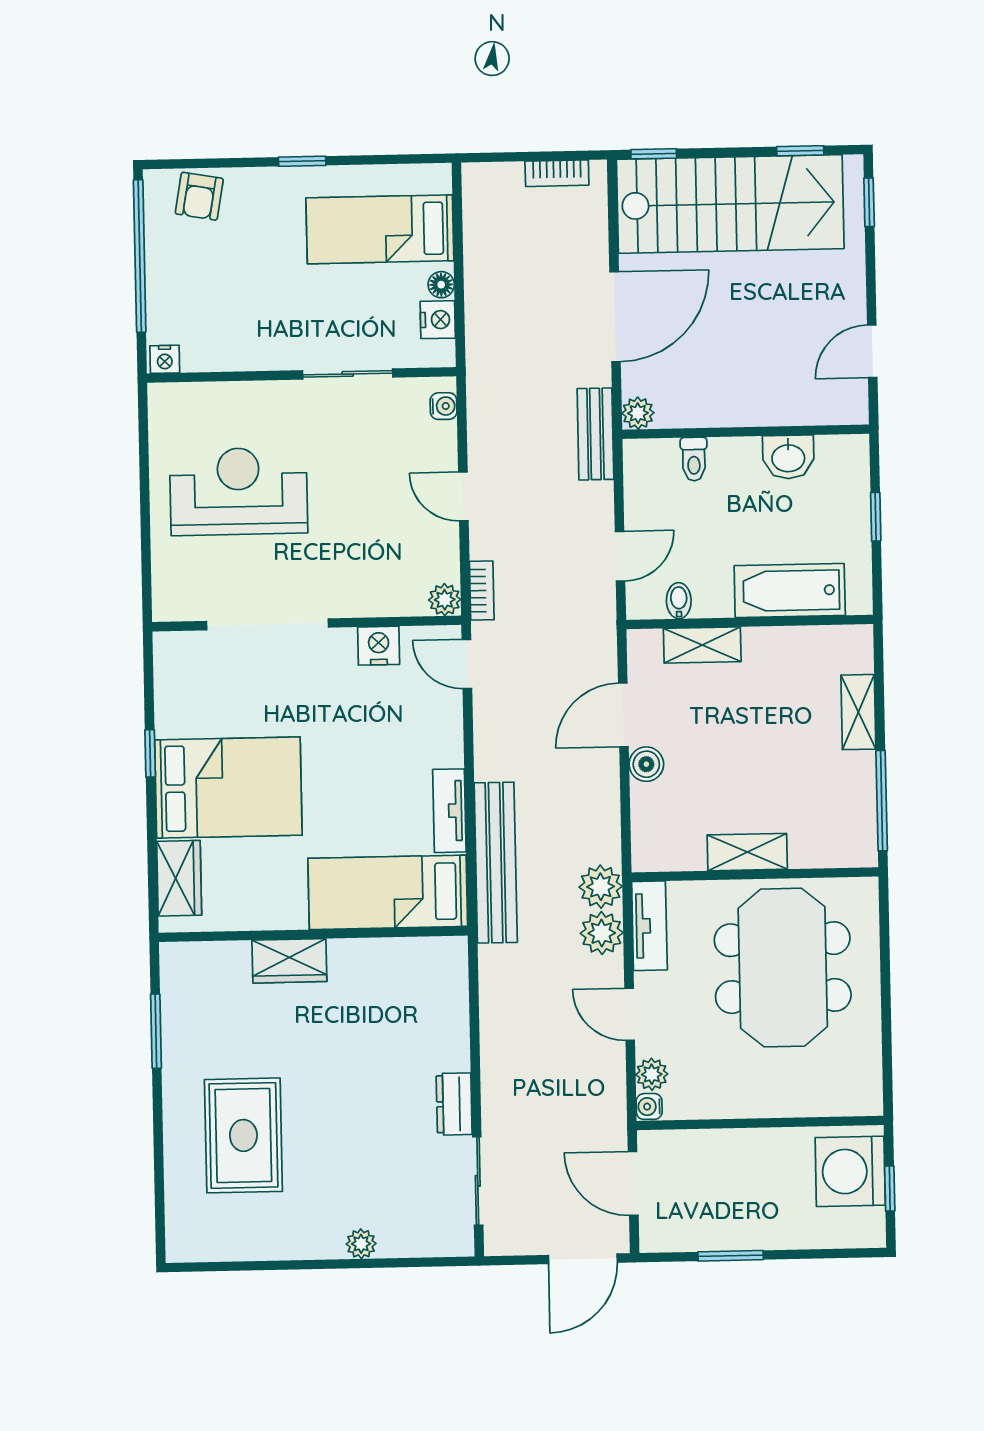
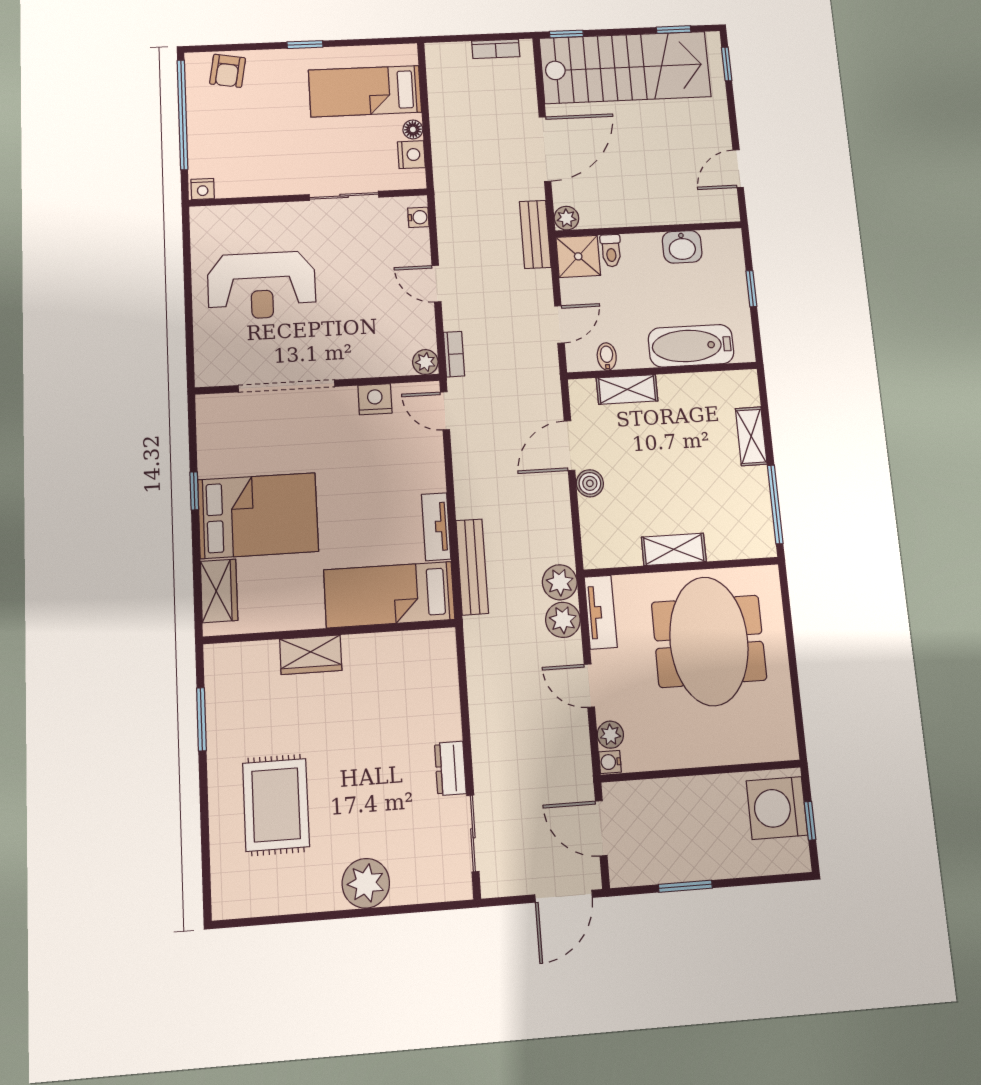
shower: (650, 466) -> (578, 256), added
reception desk: (239, 491) -> (262, 285), turned 180
bench: (496, 863) -> (472, 567), width x0.73, depth x0.82
plant: (361, 1244) -> (366, 883), width x1.88, depth x1.88

